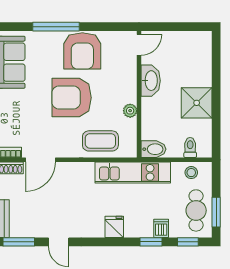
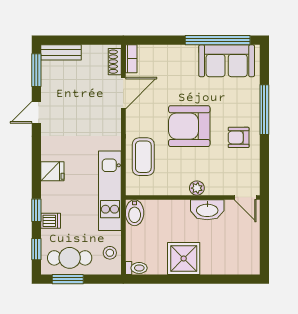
armchair: (82, 51) -> (239, 137), width x0.53, depth x0.53
armchair: (72, 98) -> (189, 126), turned -90
plant: (130, 111) -> (197, 188), moved
toilet: (190, 148) -> (136, 268), moved
door: (40, 160) -> (123, 93), swing flipped

